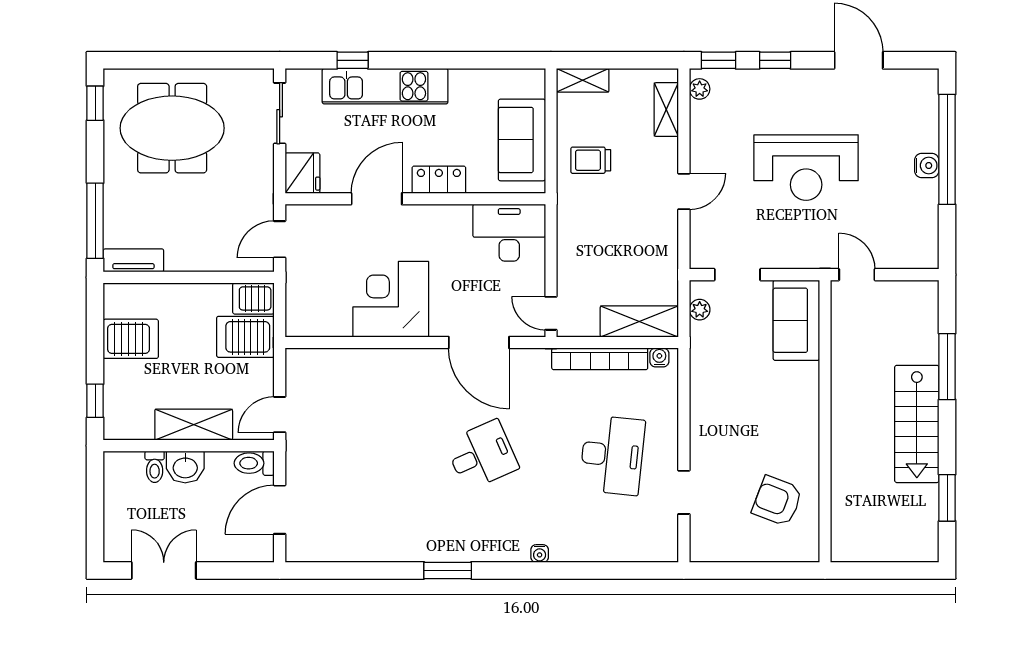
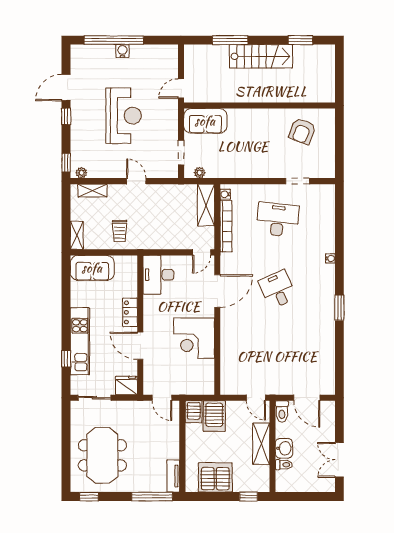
window: (775, 60) -> (66, 116), moved
sofa: (522, 140) -> (92, 268), moved
server rack: (131, 339) -> (215, 477), width x1.60

